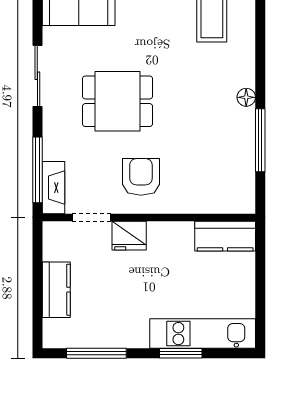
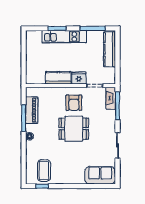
dining table: (117, 101) -> (74, 129), moved
piano: (241, 159) -> (32, 110), added
kitchen counter: (225, 236) -> (58, 78), moved
kitchen counter: (56, 290) -> (110, 49), width x1.50
kitchen unit: (203, 334) -> (64, 37), moved

